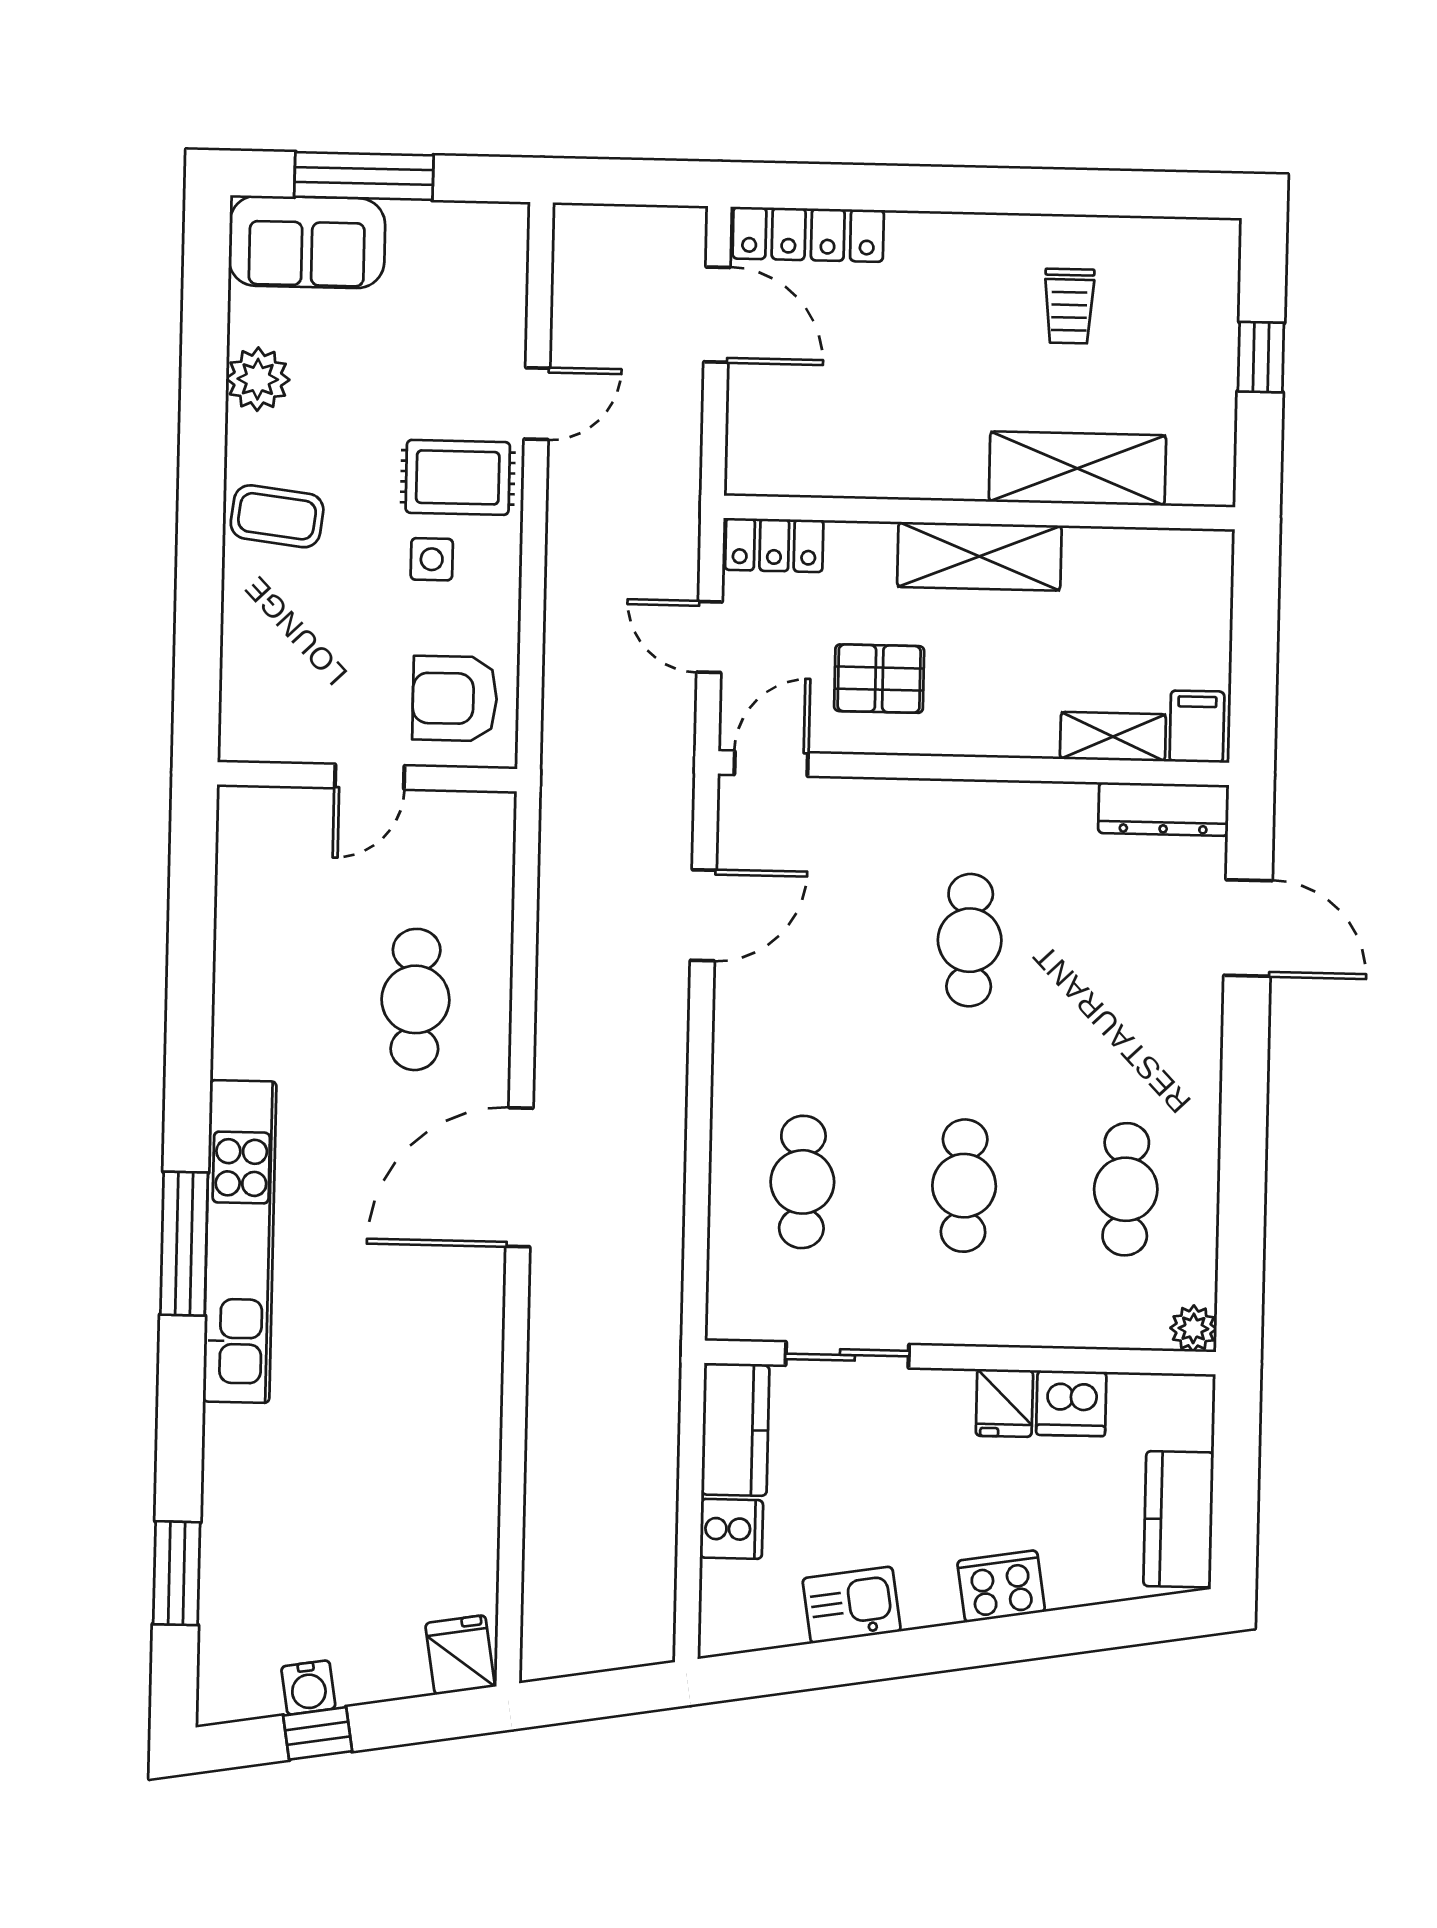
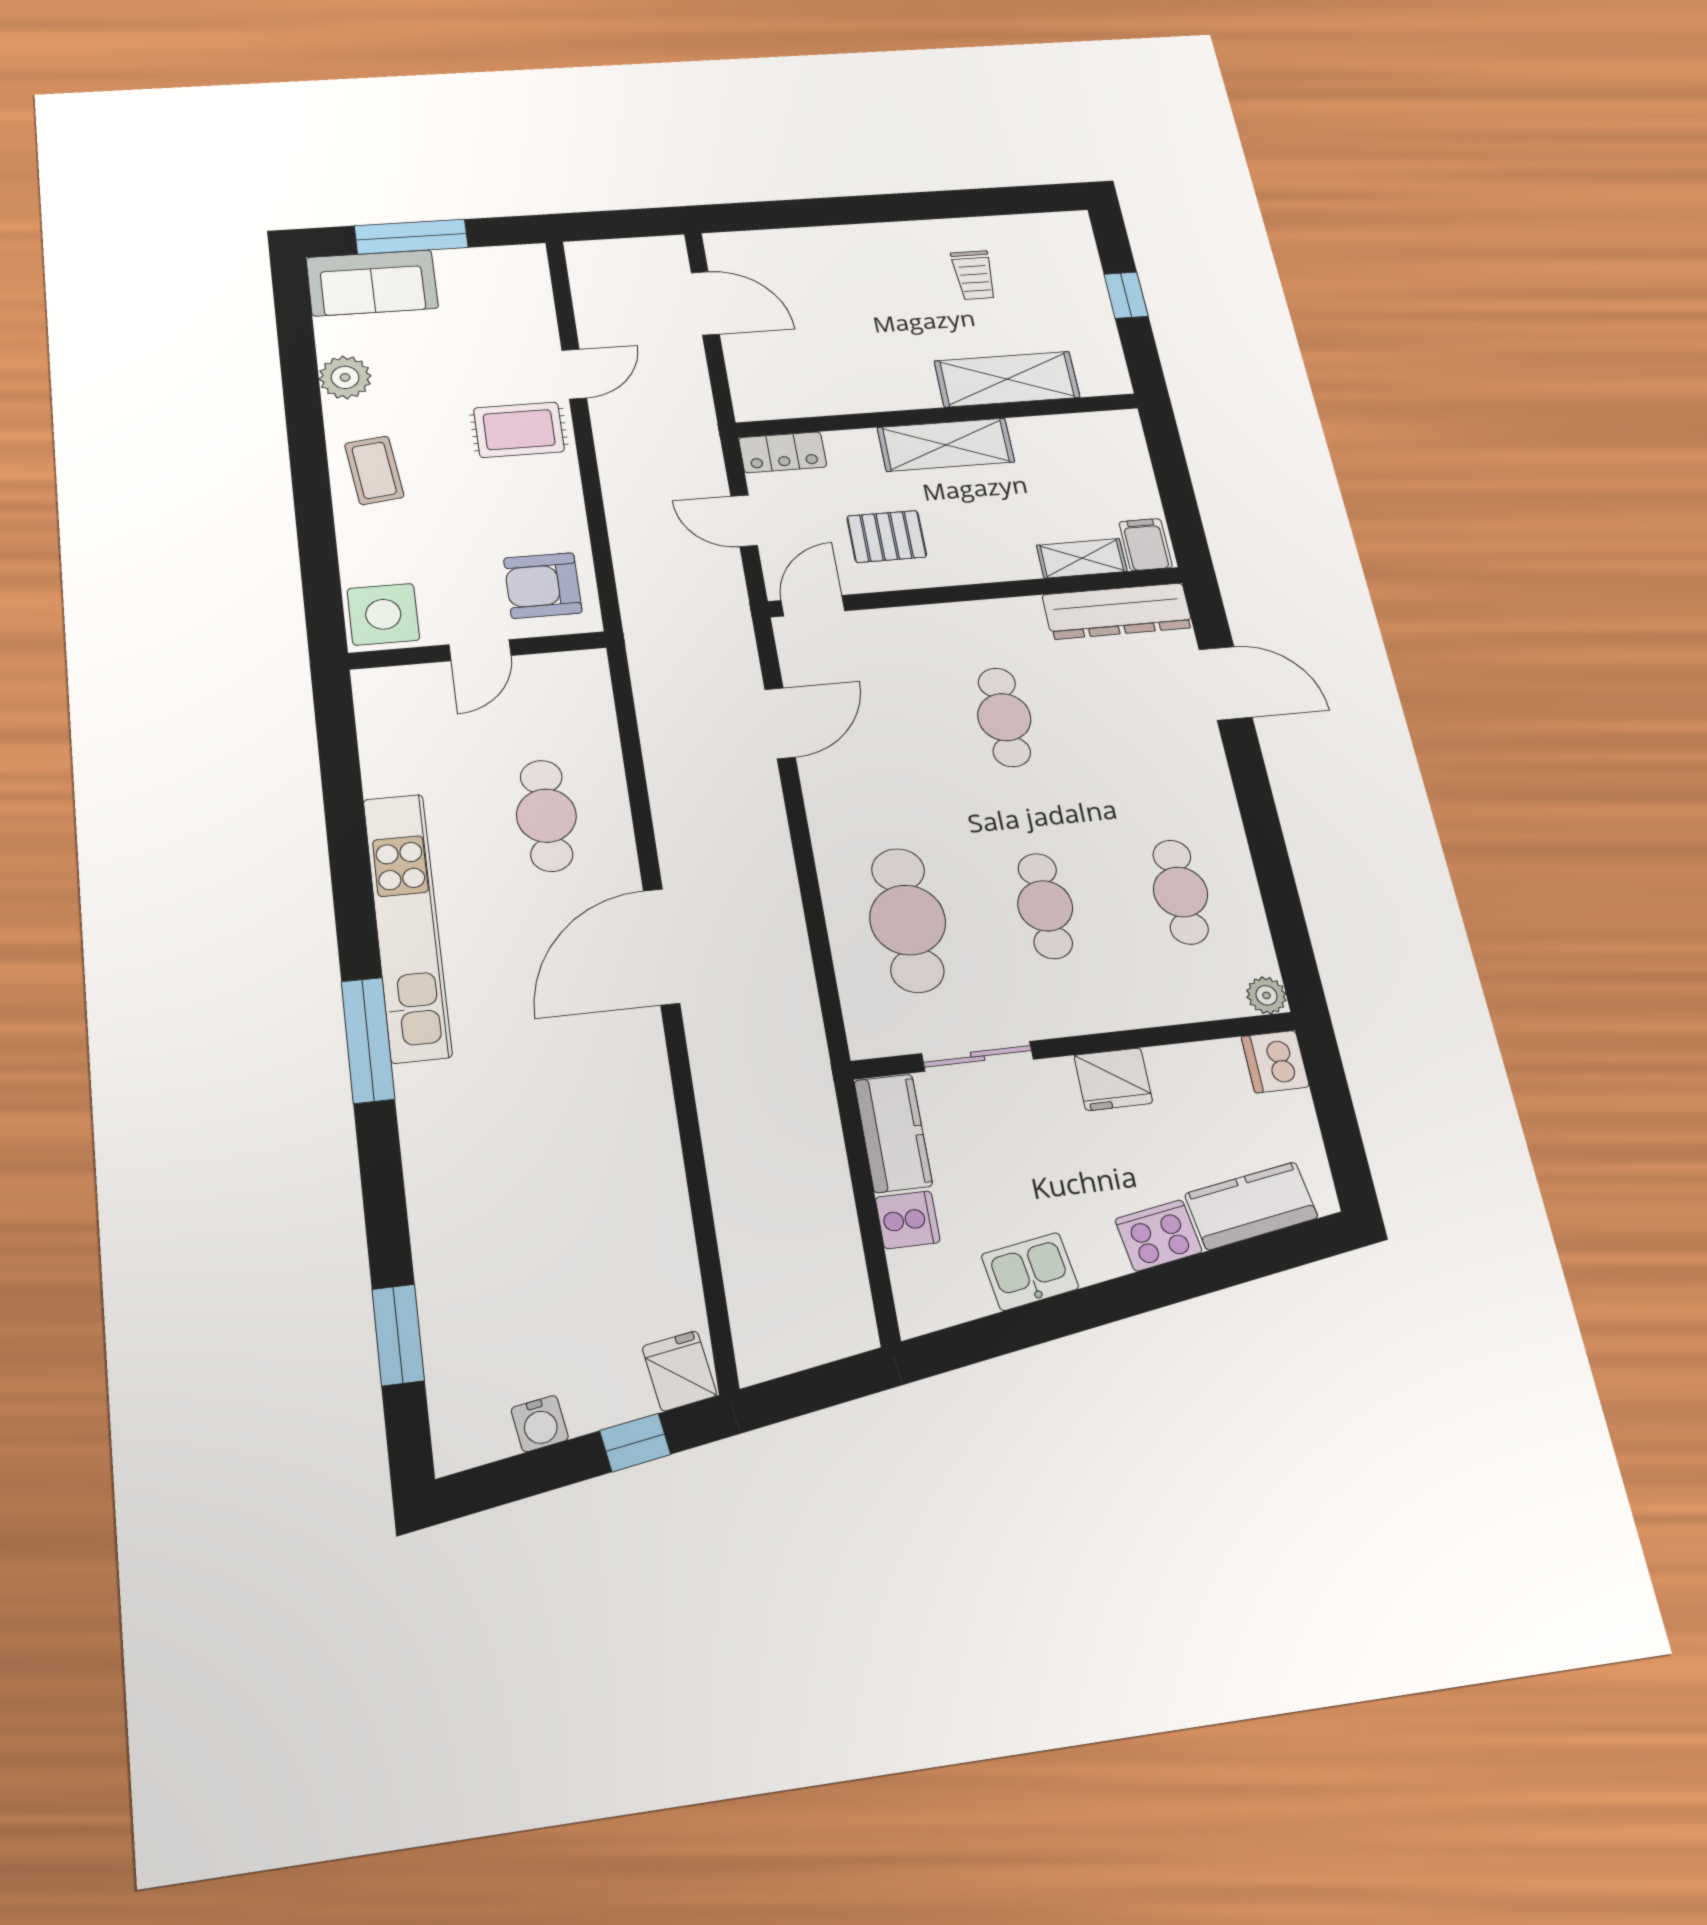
locker: (808, 234) -> (765, 246), removed
coffee table: (277, 516) -> (374, 470), turned 76
side table: (432, 559) -> (383, 614), moved, width x1.87, depth x1.87
dresser: (1164, 809) -> (1118, 611), width x1.37, depth x1.24
cafe table: (802, 1182) -> (908, 920), width x1.37, depth x1.35
kitchen unit: (240, 1241) -> (407, 926), moved
fridge: (1004, 1403) -> (1113, 1079), width x1.38
dishwasher: (1071, 1403) -> (1275, 1062), moved, turned 90
kitchen counter: (1179, 1519) -> (1251, 1206), moved, turned 81
window: (318, 1733) -> (635, 1443), moved

